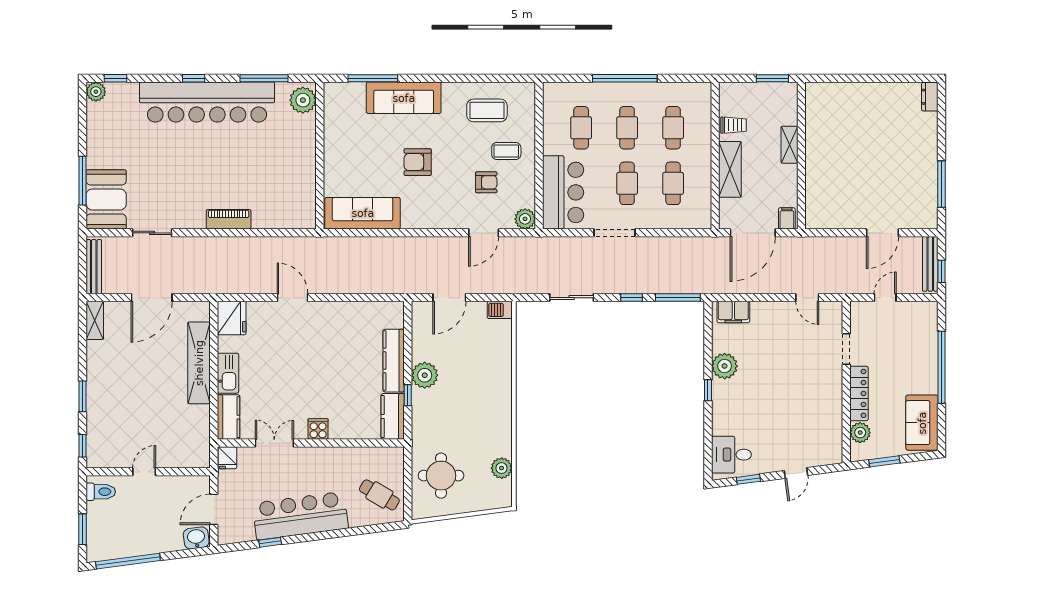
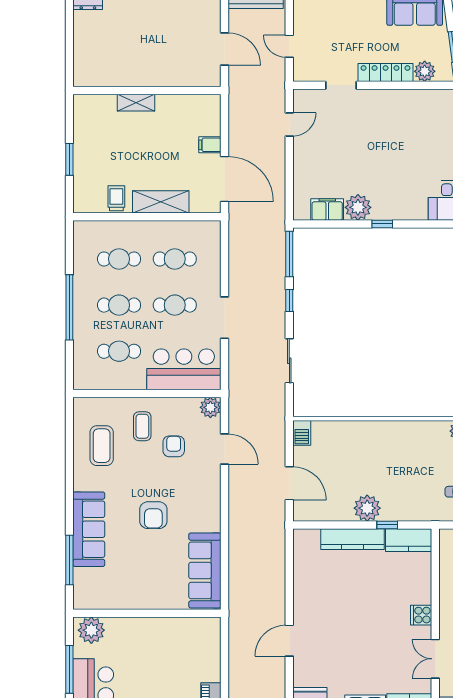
shelving: (789, 145) -> (136, 103), moved
wall: (801, 156) -> (147, 91), moved
filing cabinet: (733, 312) -> (327, 210), moved, turned -90

